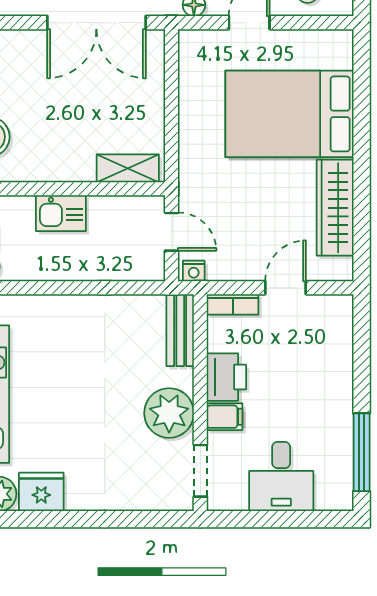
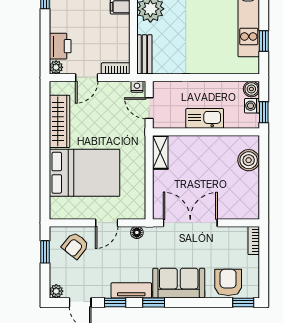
shelving: (128, 168) -> (160, 152), moved, turned 90
kitchen sink: (61, 213) -> (205, 118), width x1.38
plant: (341, 306) -> (56, 67), added
printer: (226, 377) -> (60, 46), moved, turned 180

